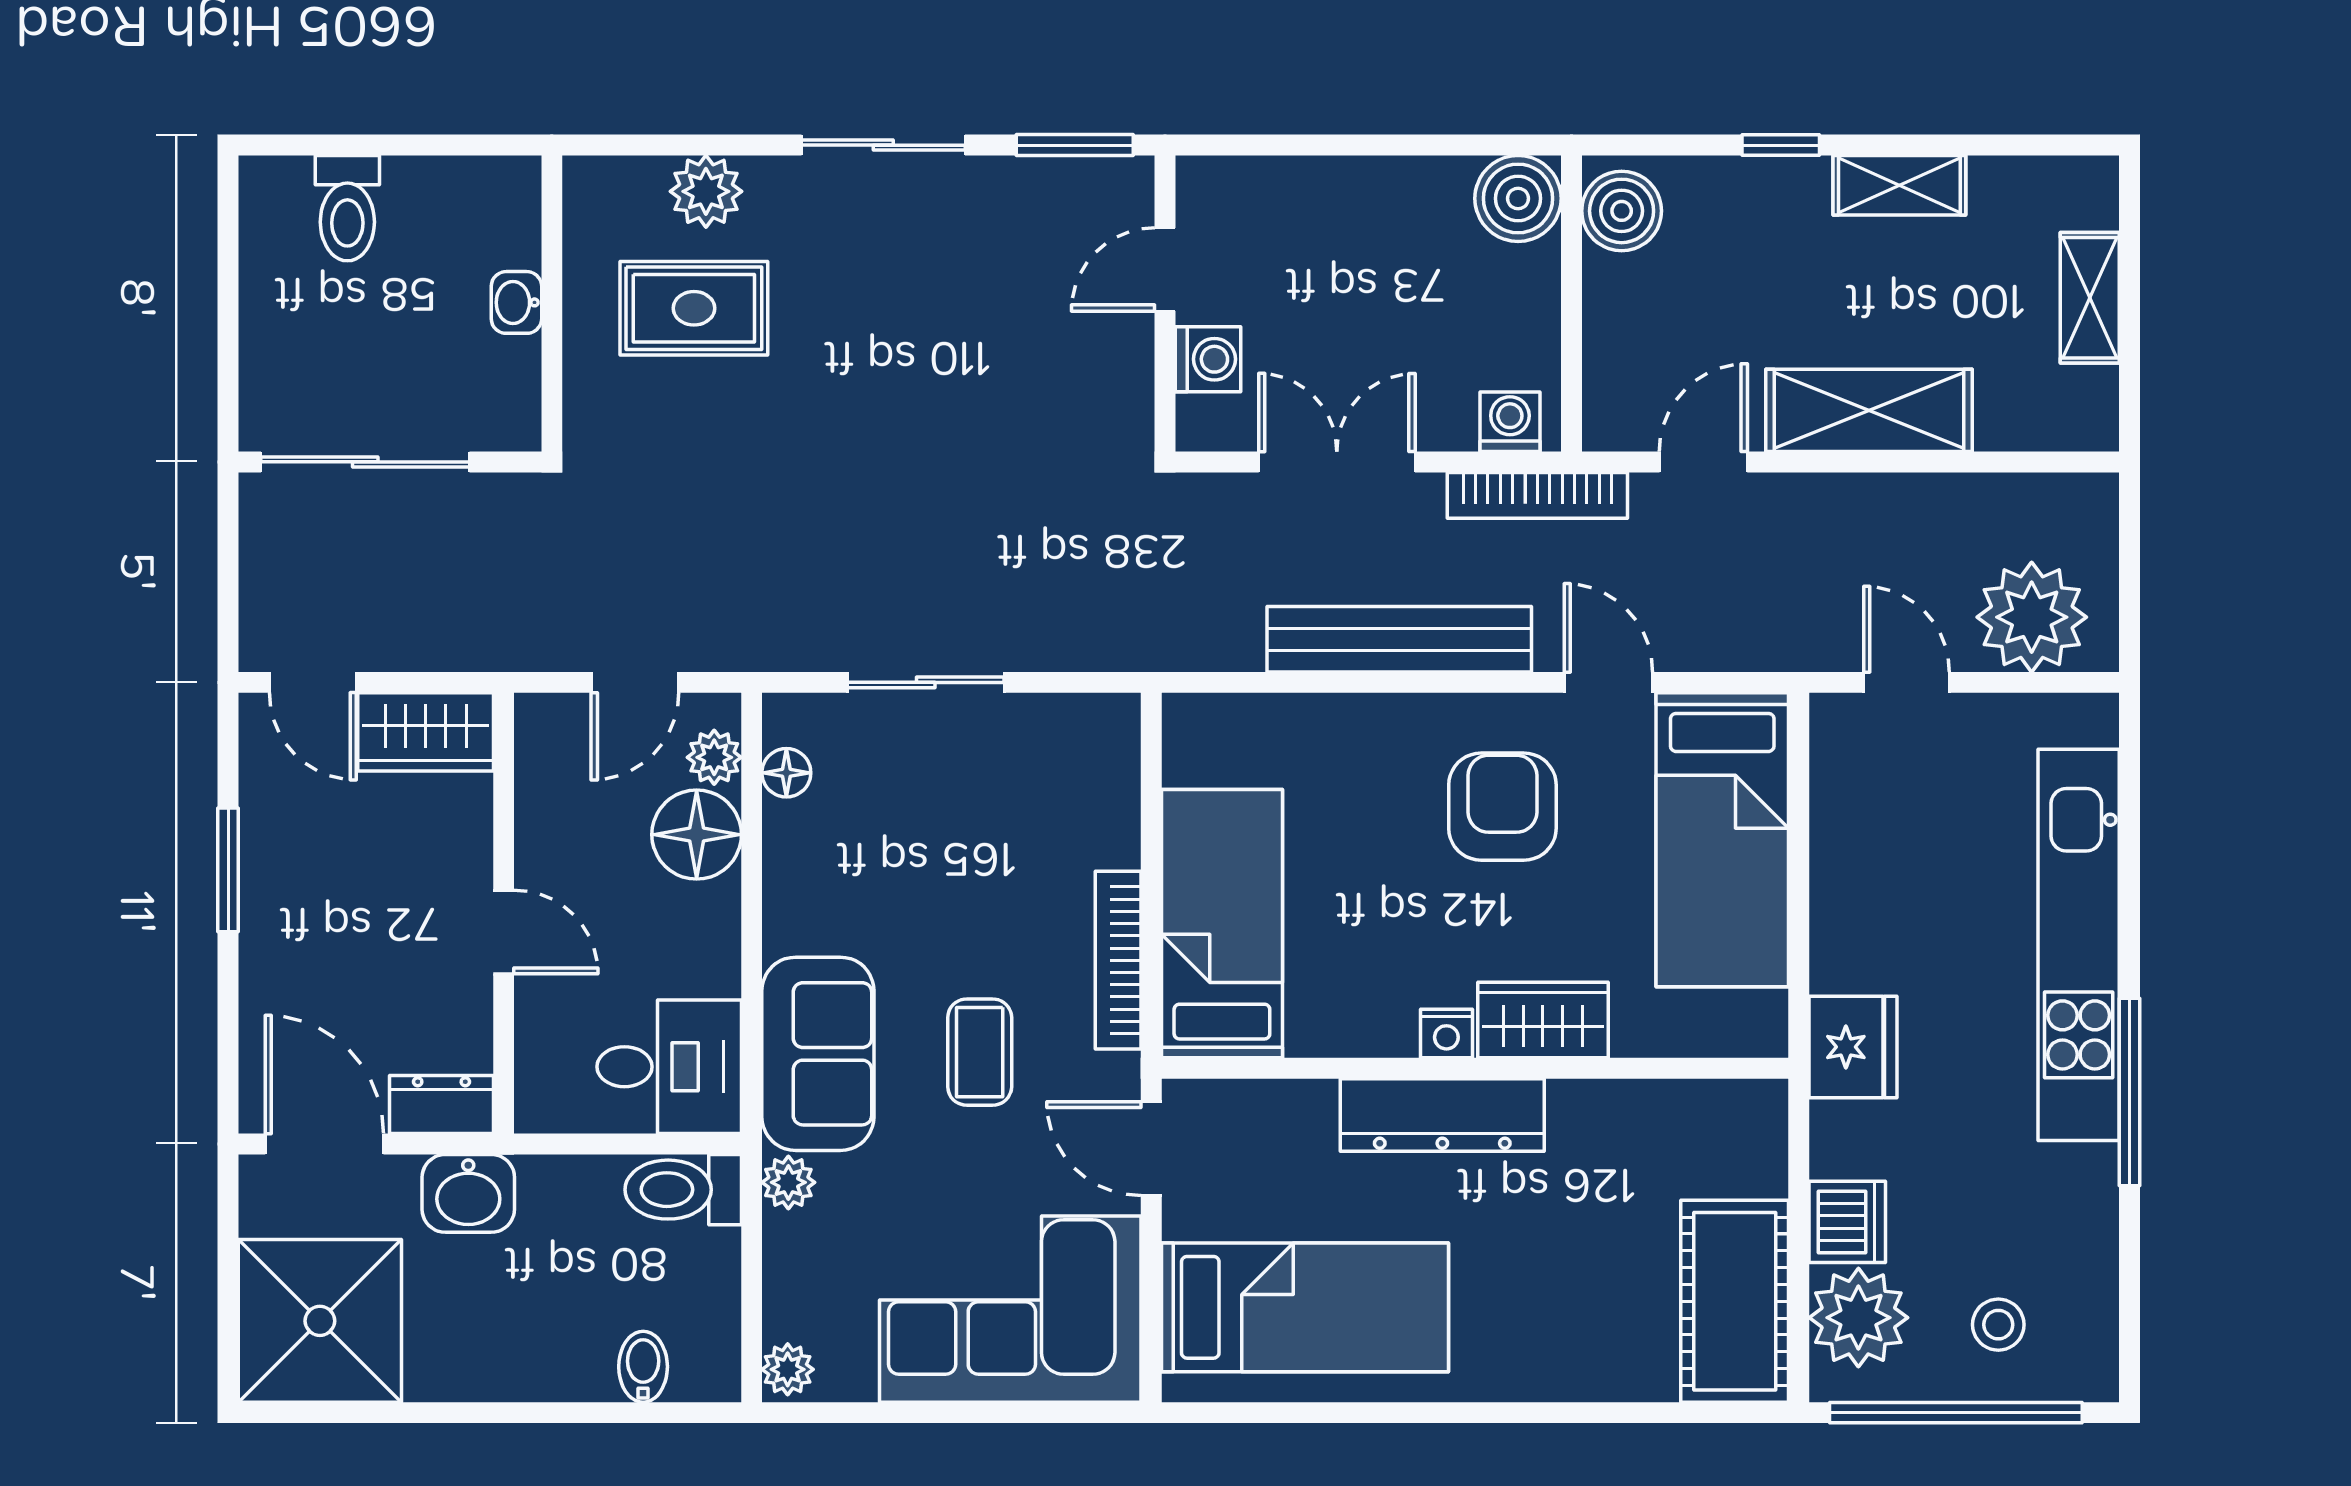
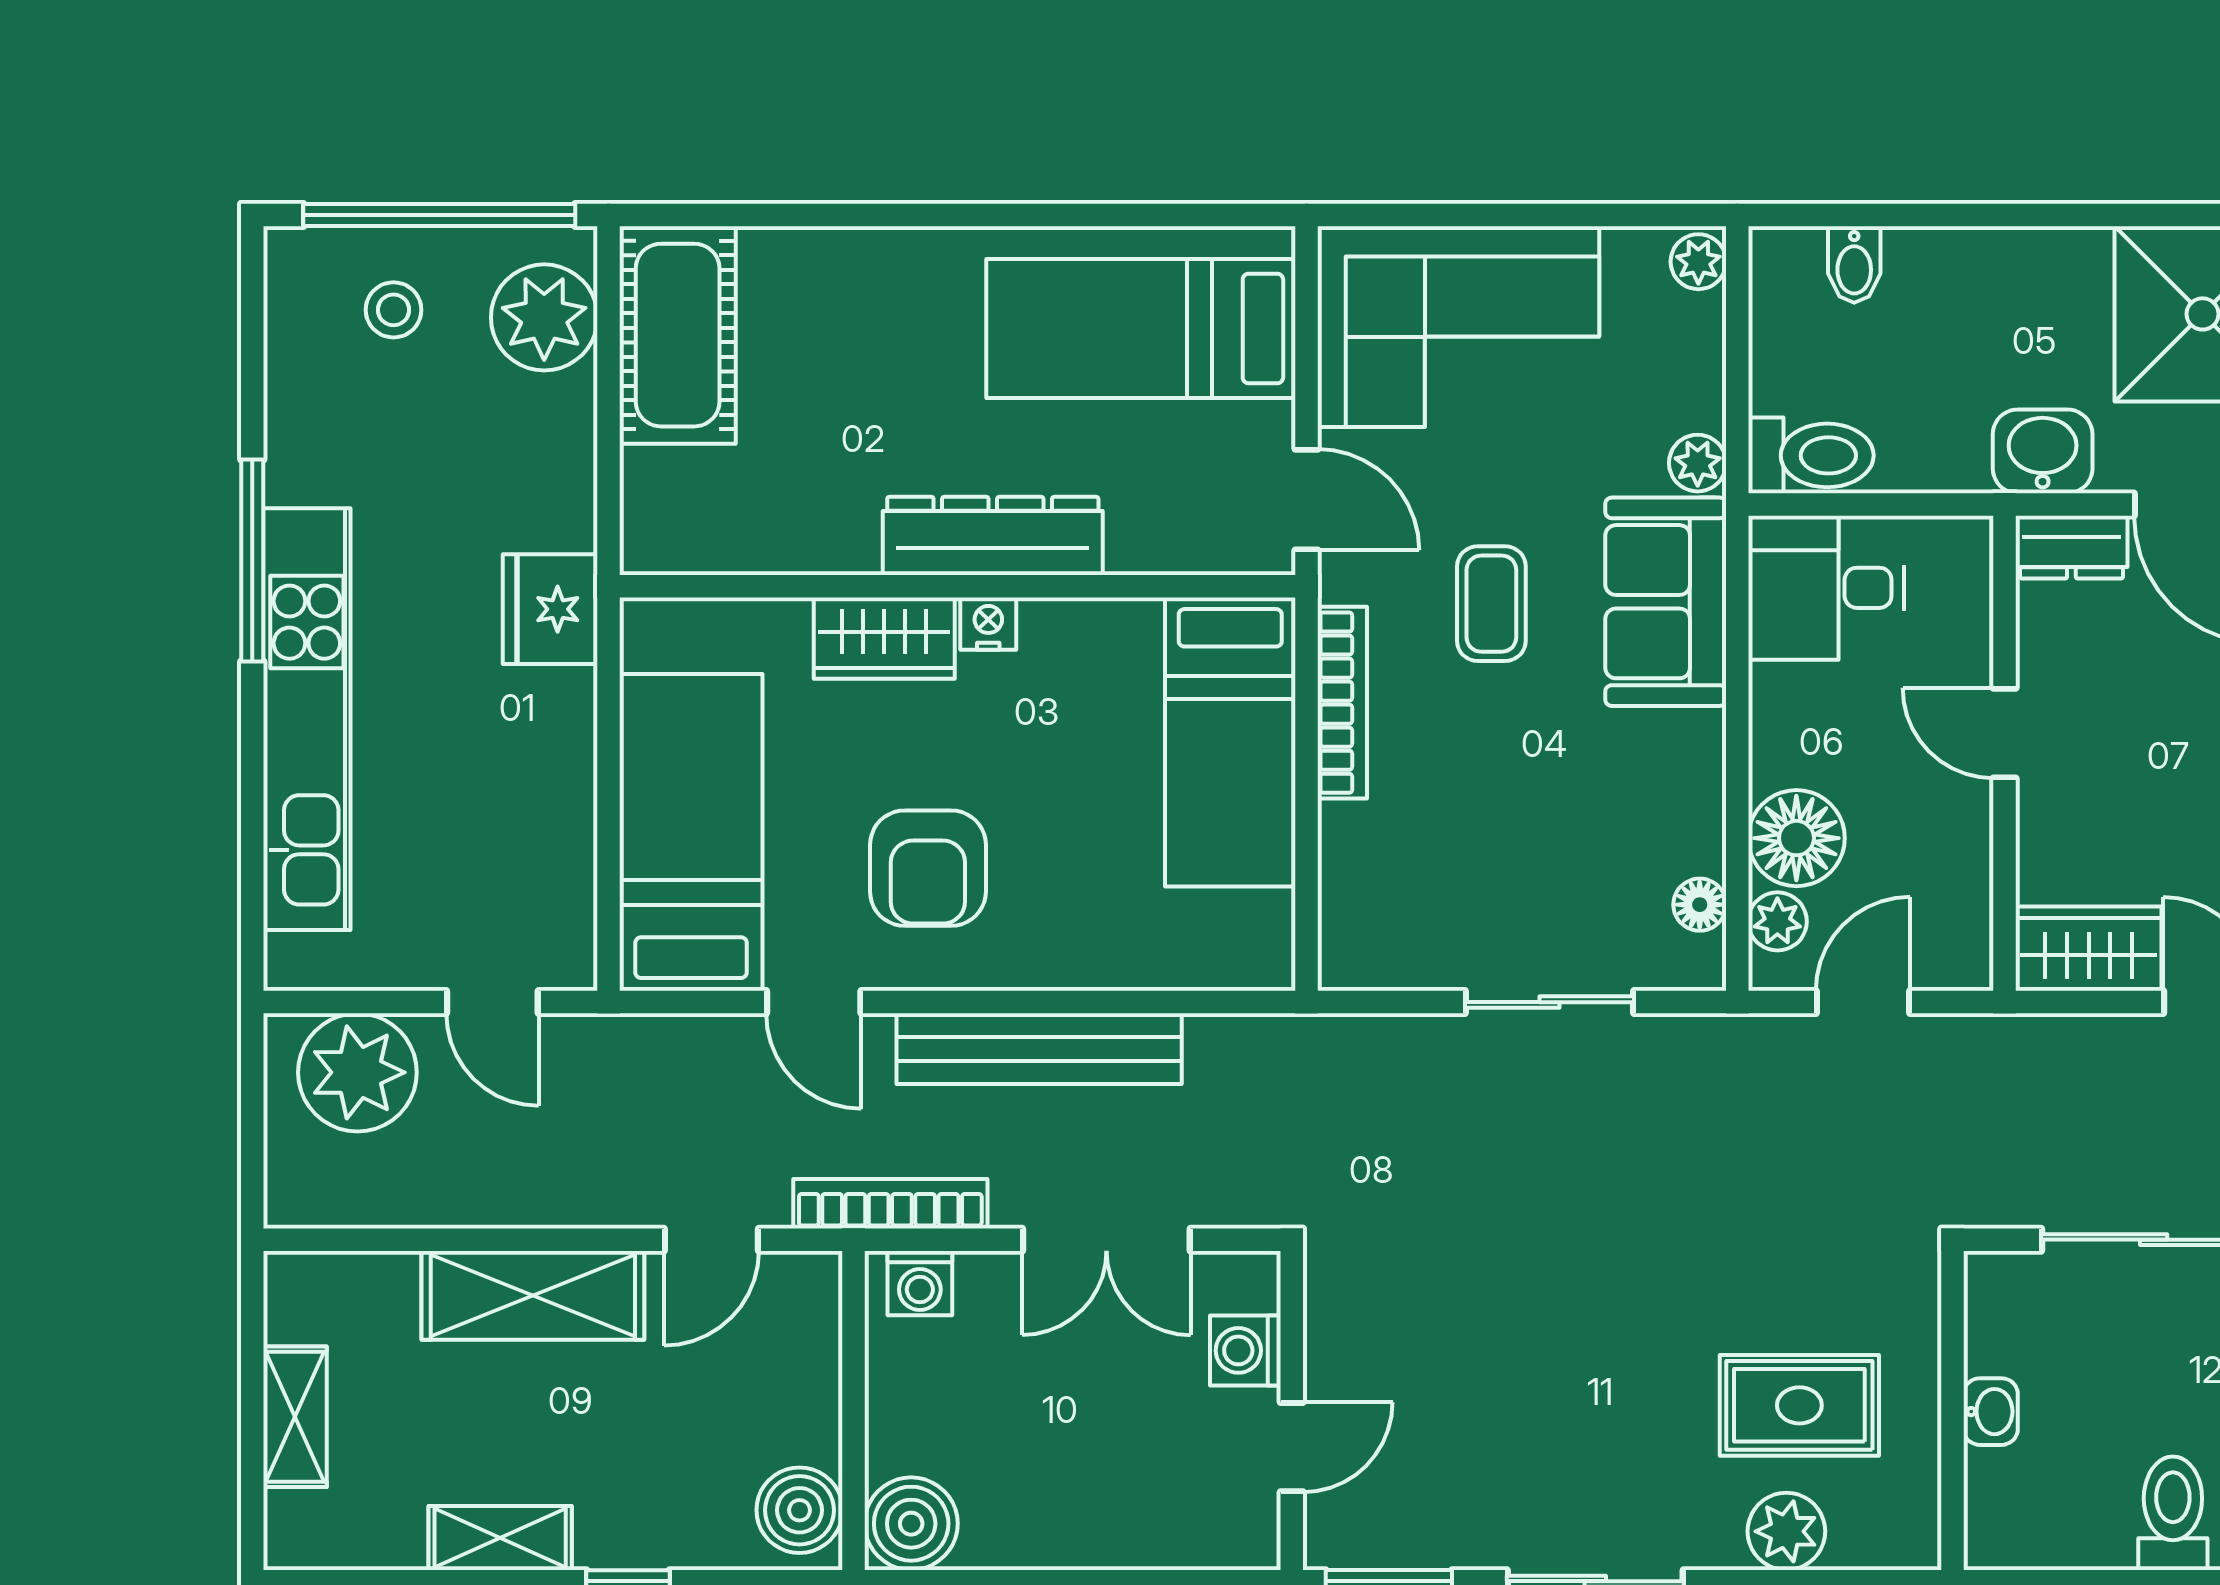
dishwasher: (1847, 1222) -> (556, 420), removed

